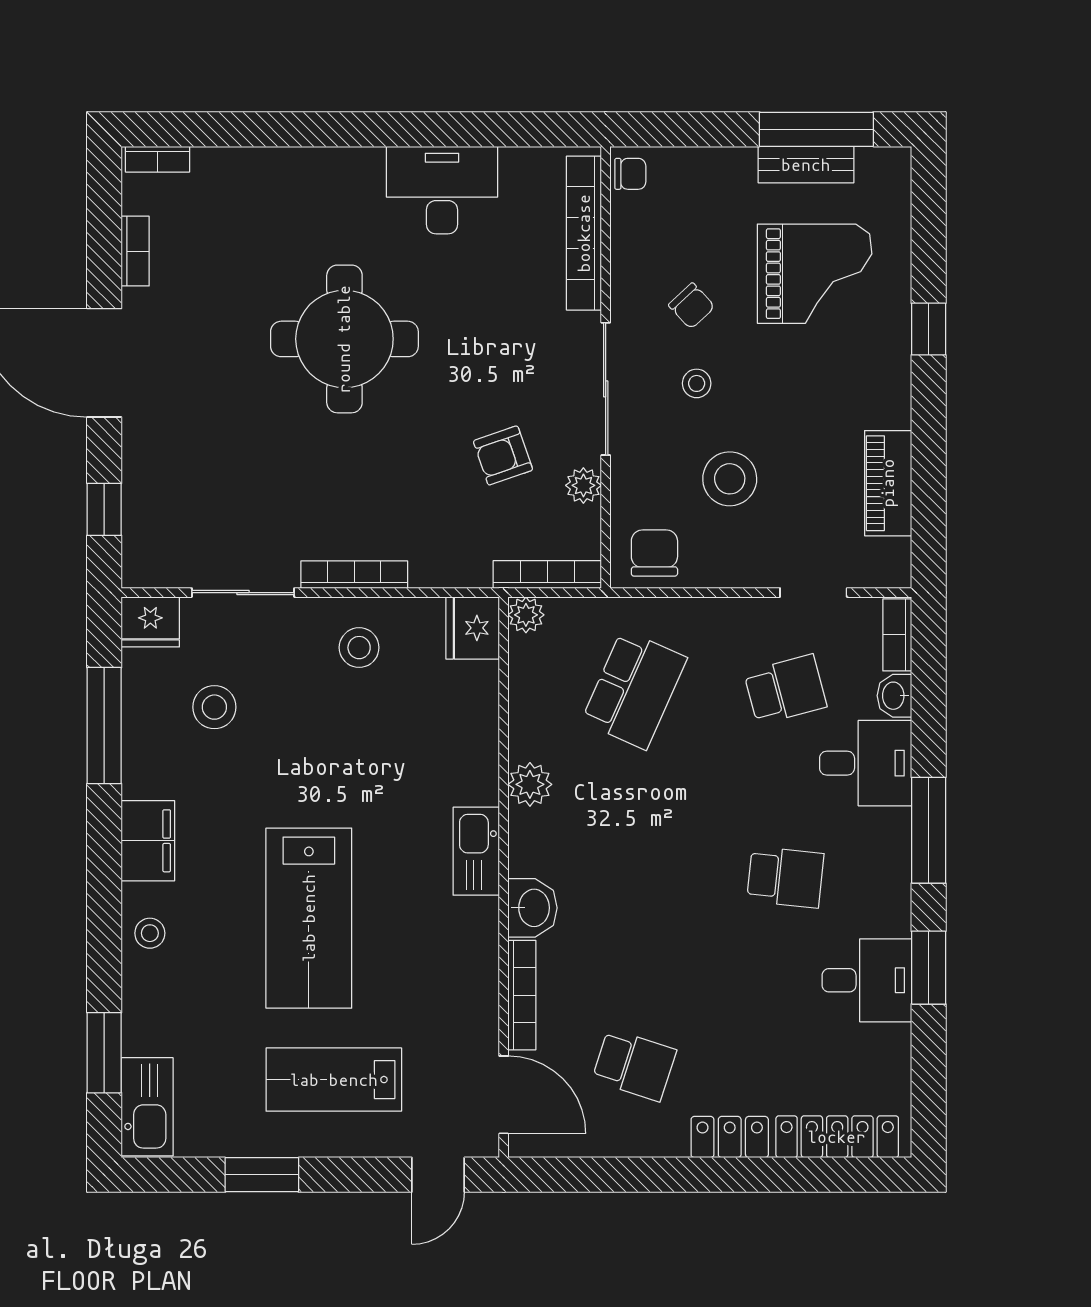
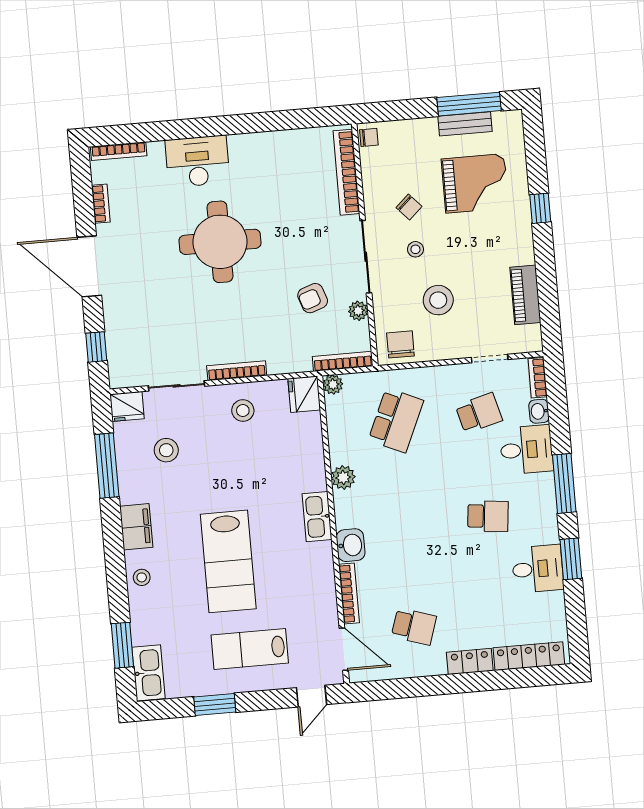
bookcase: (158, 159) -> (119, 151), width x1.56
desk: (442, 190) -> (197, 161), moved

